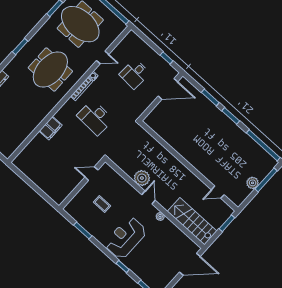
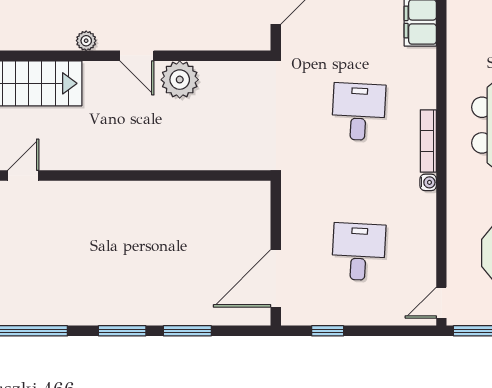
door: (103, 57) -> (441, 303), moved
desk: (95, 118) -> (359, 112), width x0.73

